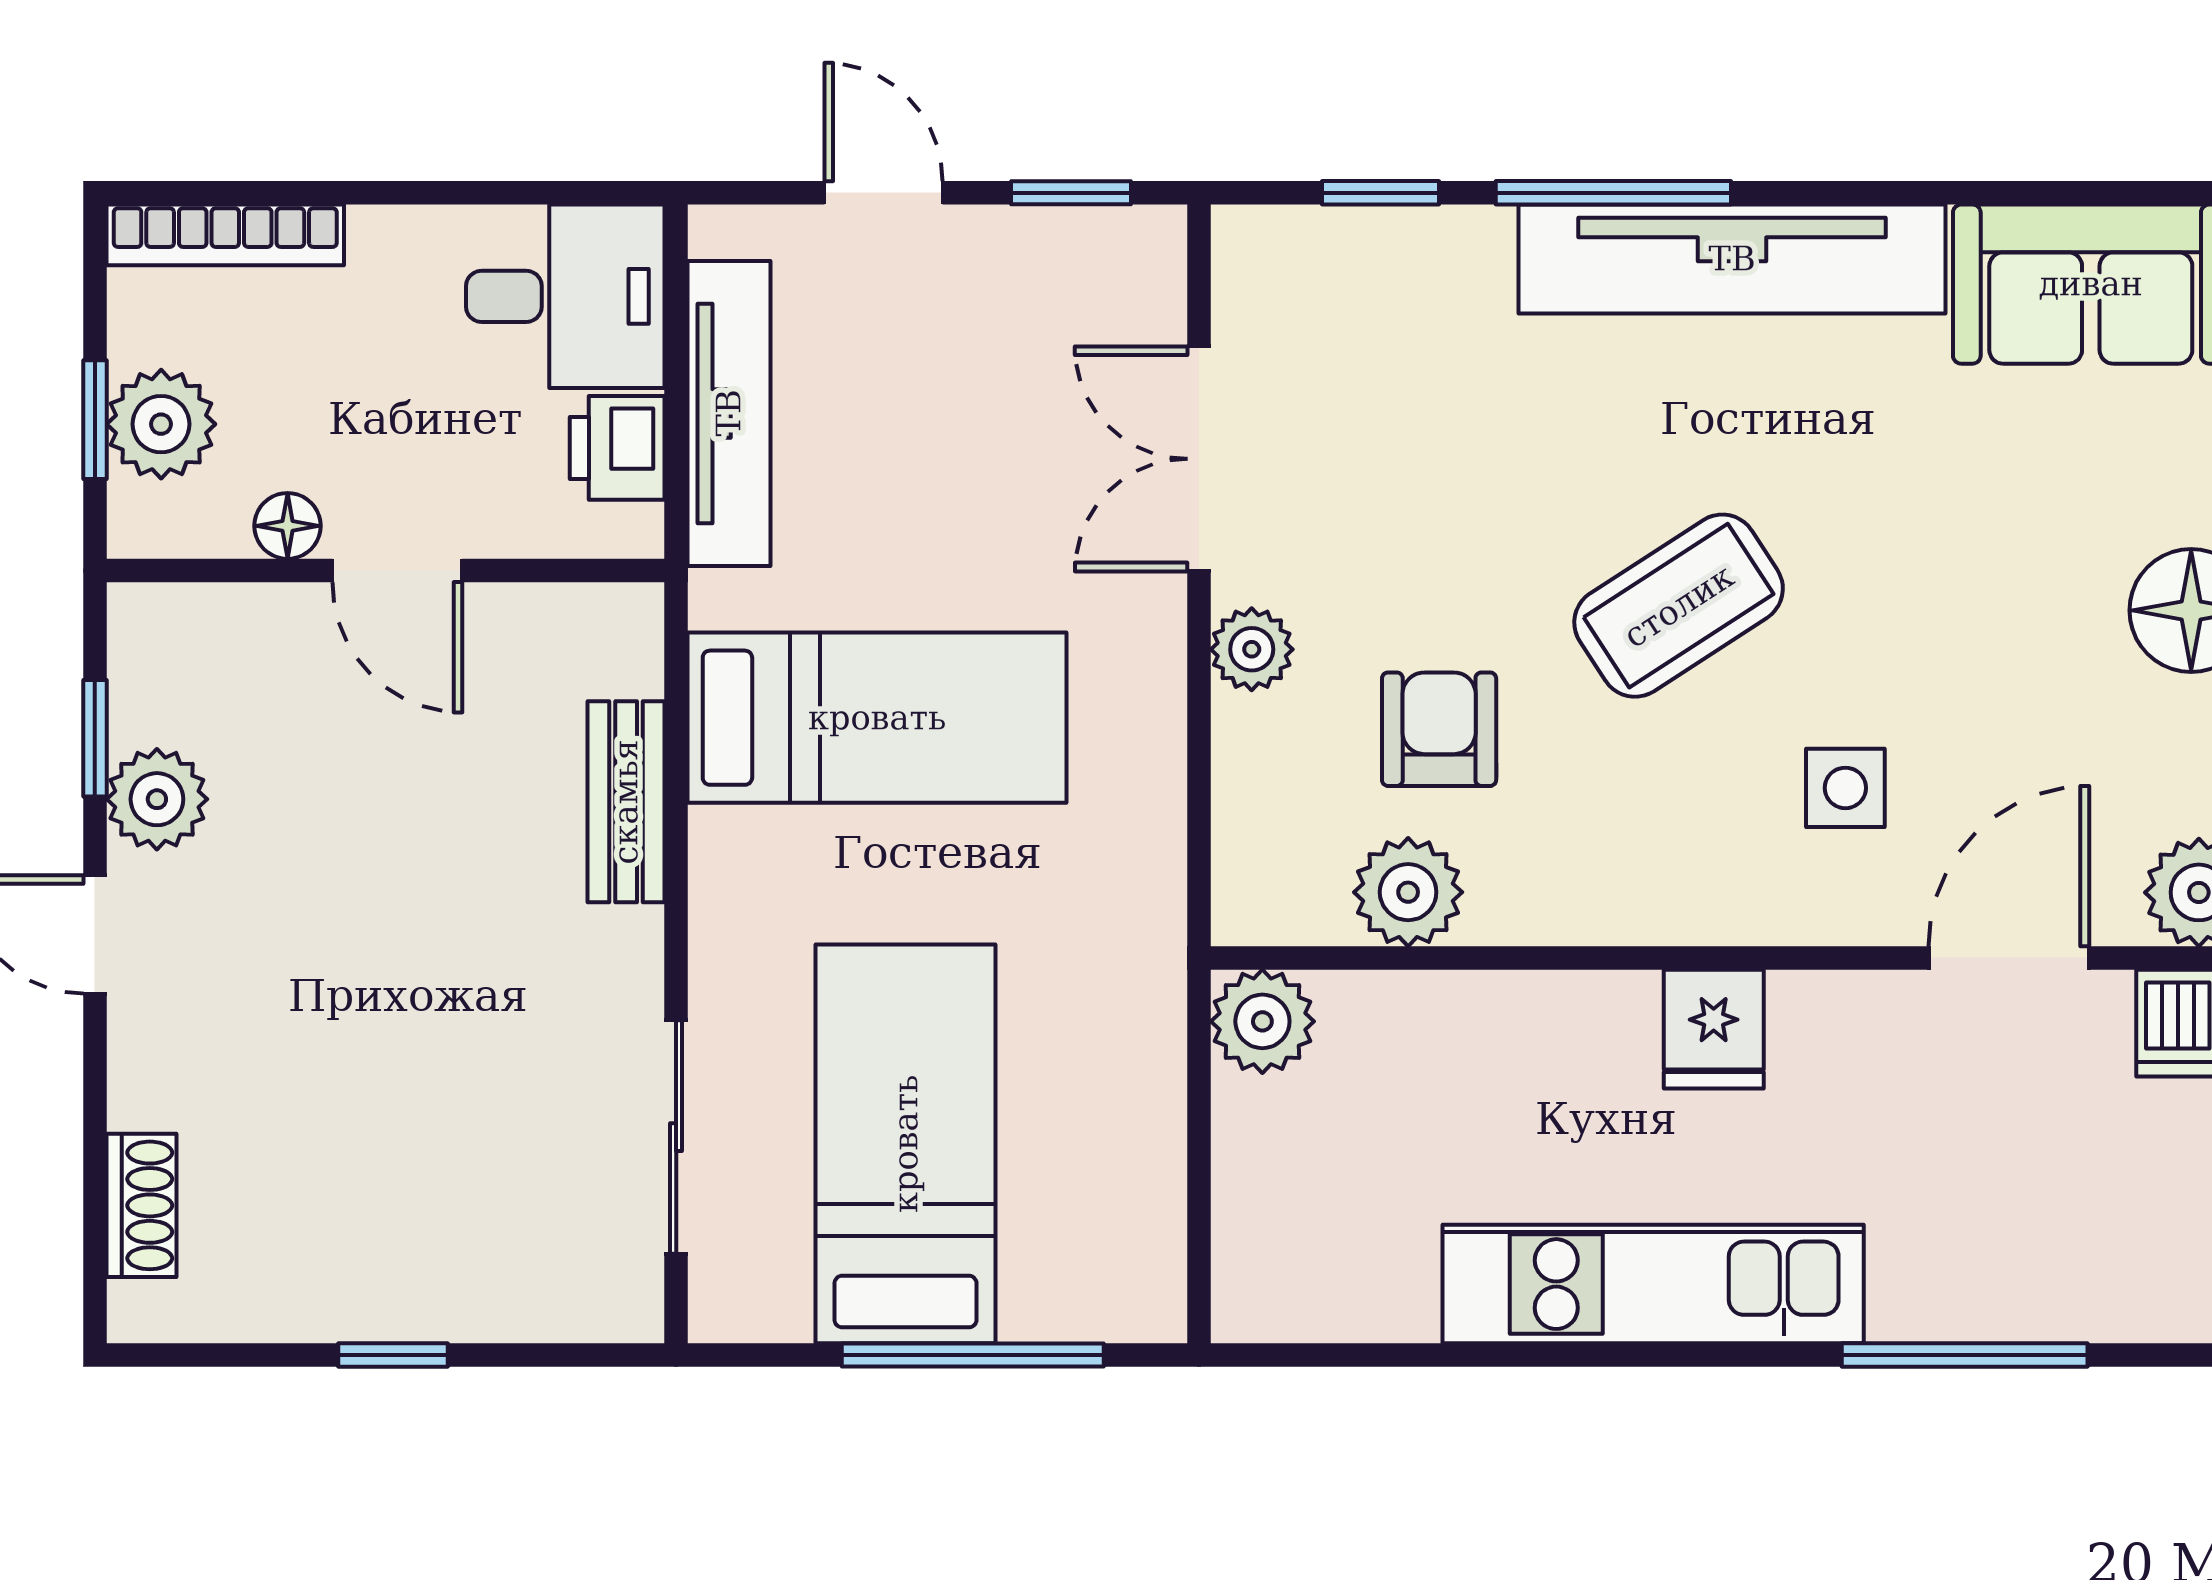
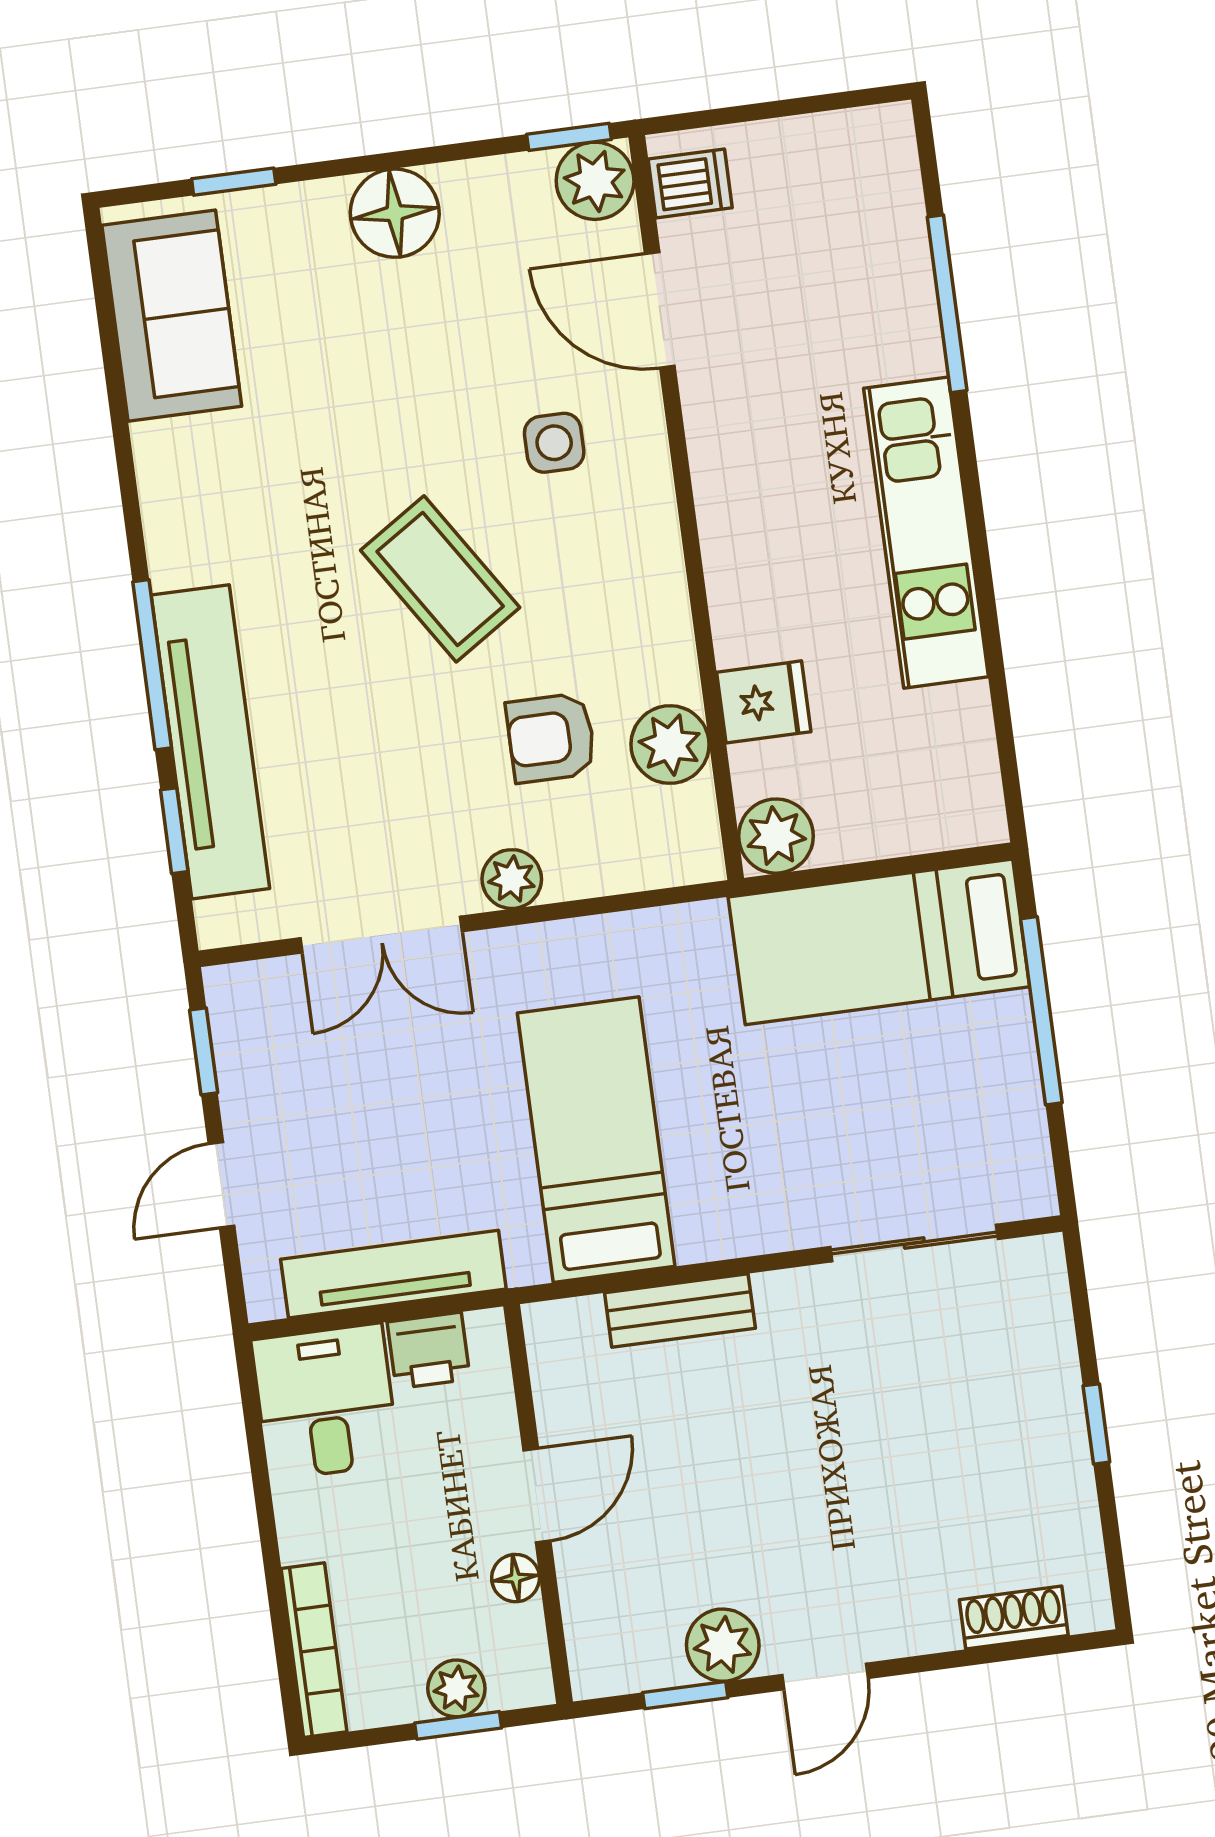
tv unit: (1732, 259) -> (210, 742), moved
plant: (161, 424) -> (456, 1688), width x0.73, depth x0.73
fridge: (1714, 1029) -> (764, 702), moved
bed: (906, 1144) -> (879, 942), moved

